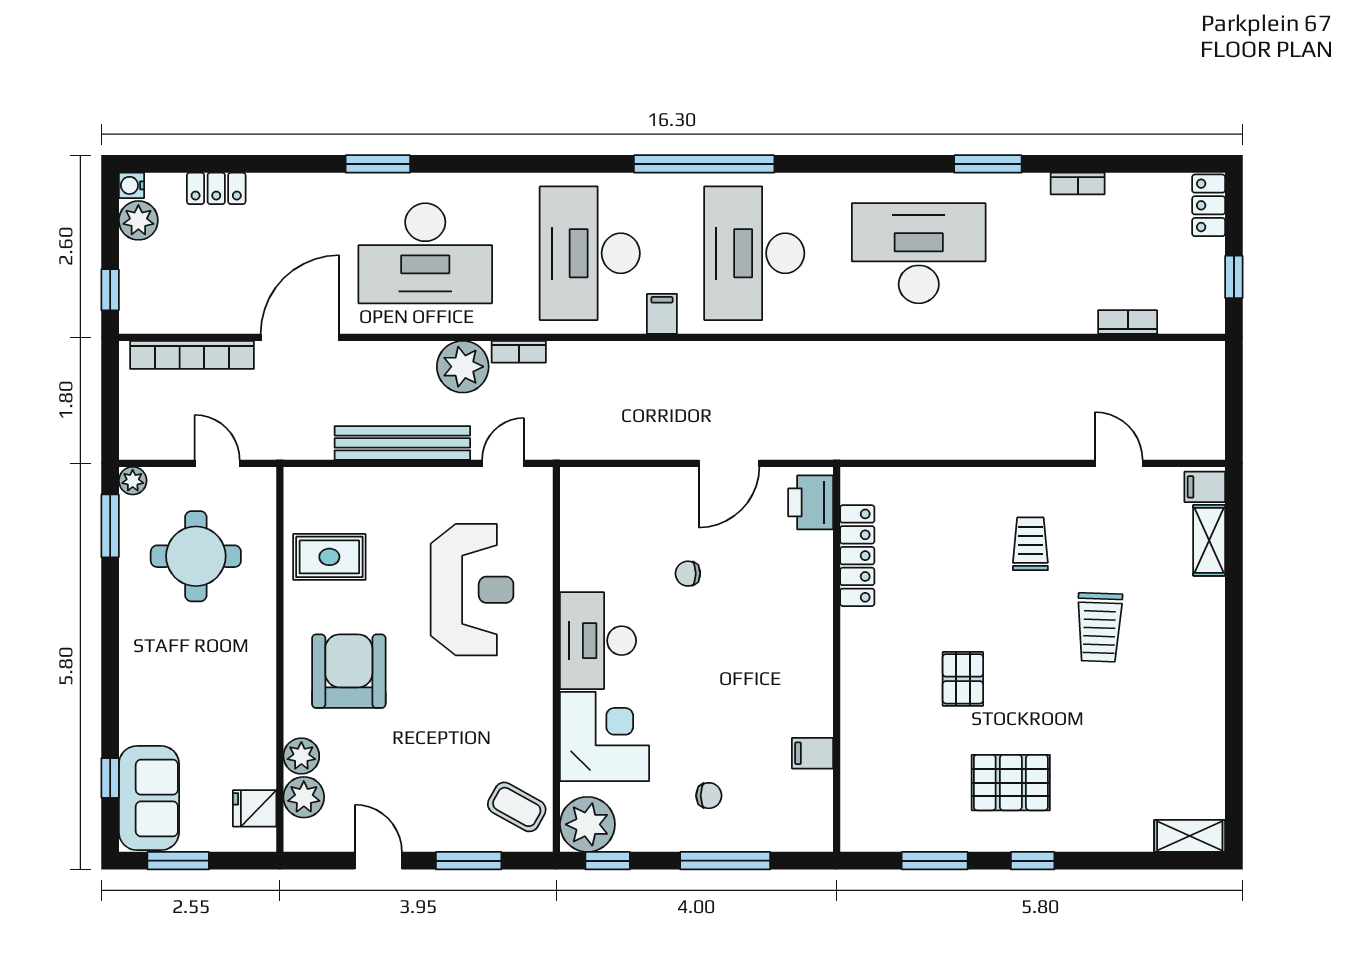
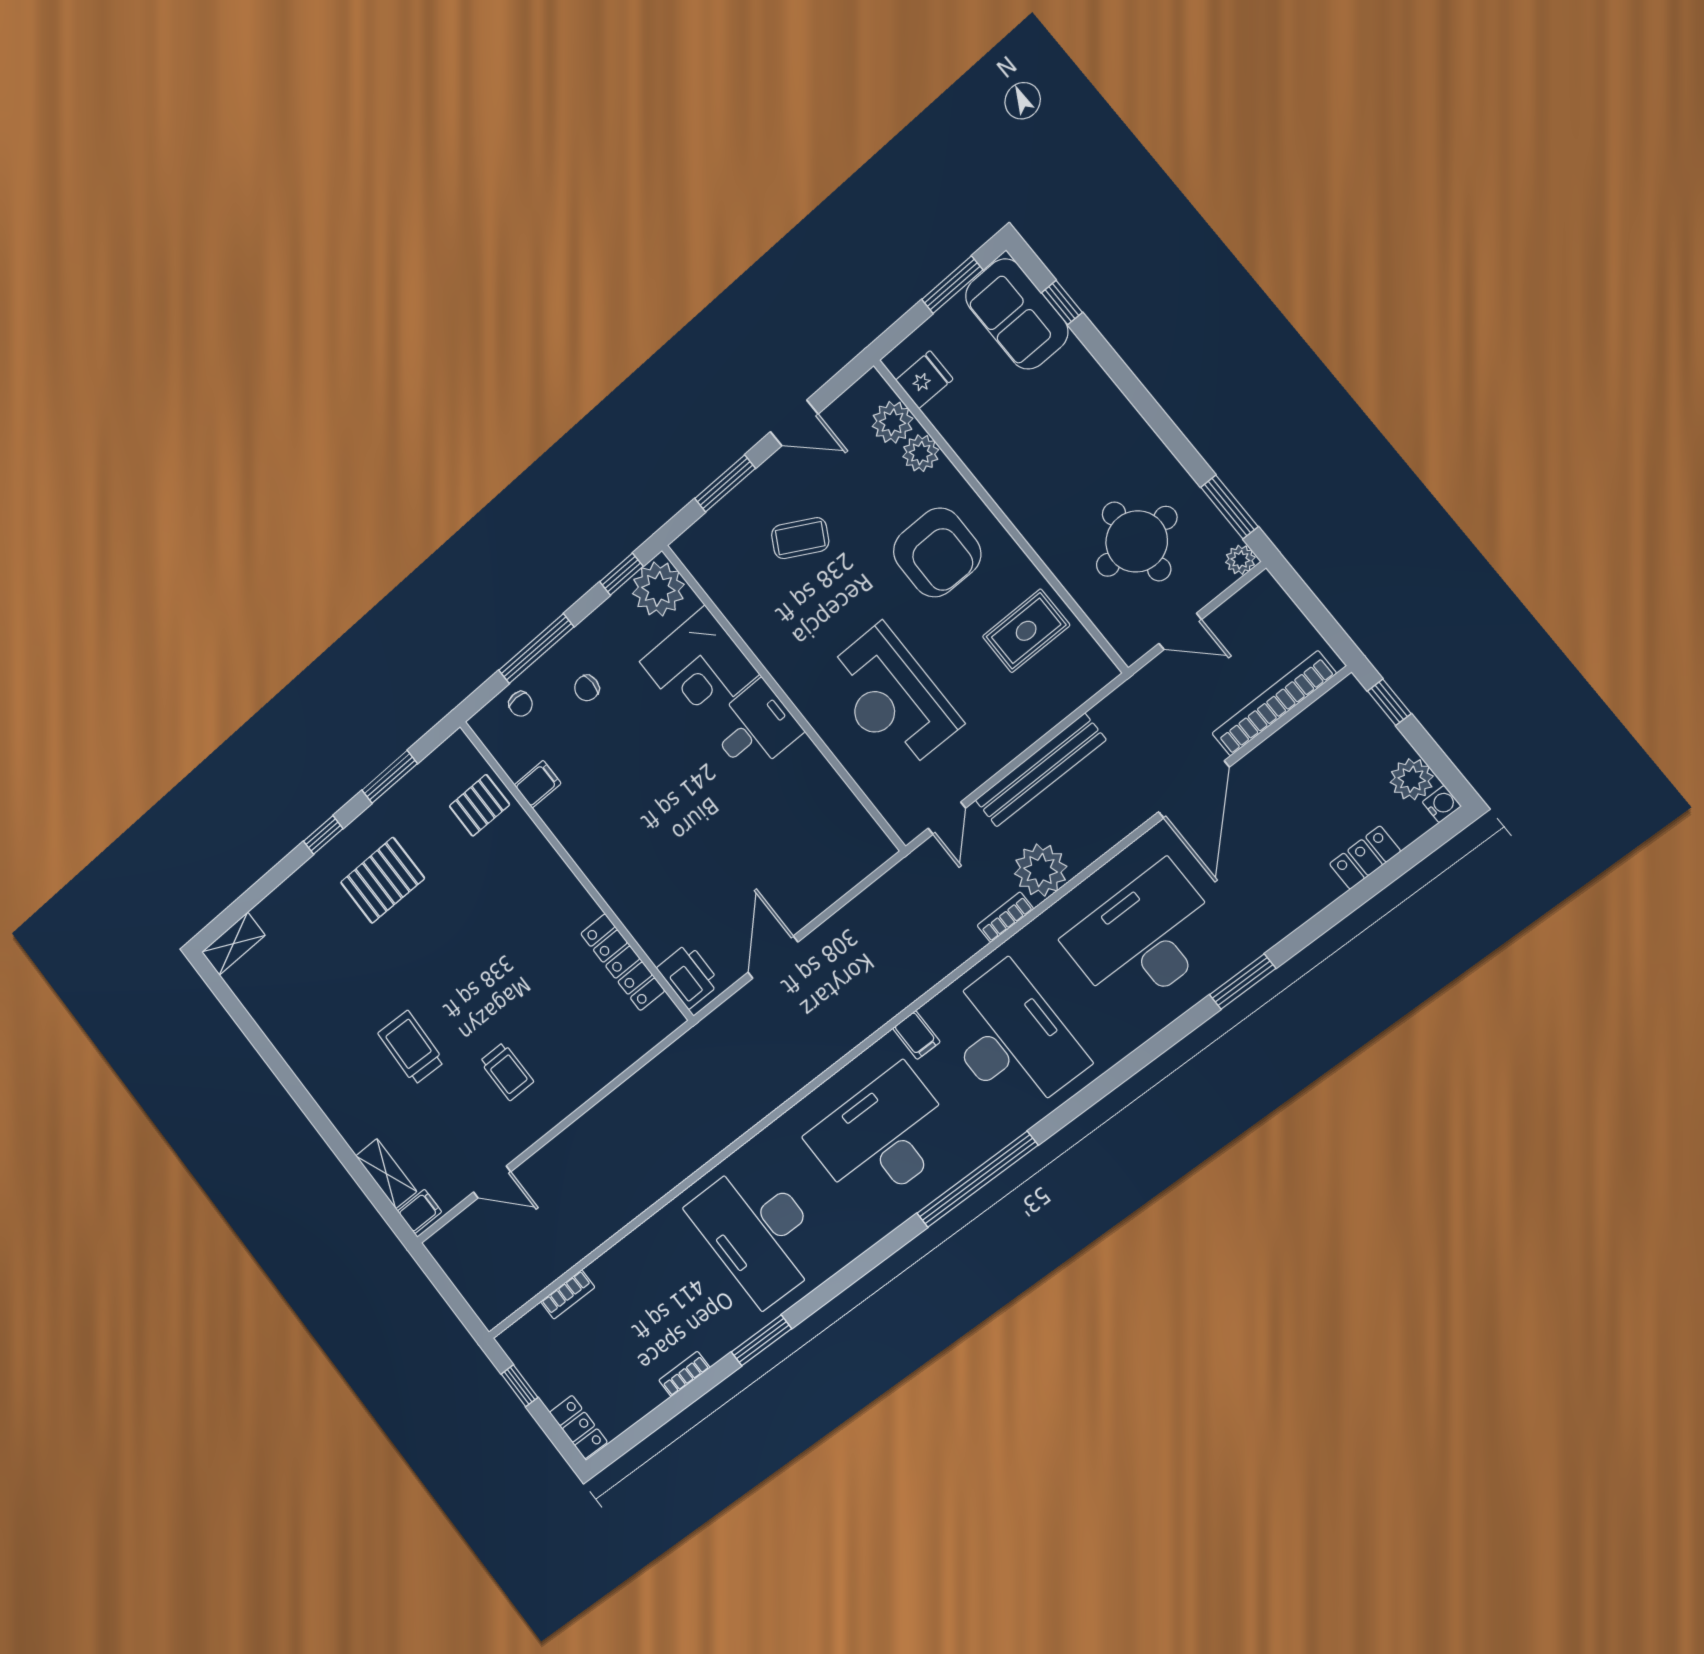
desk: (754, 253) -> (883, 1138), turned -90
desk: (919, 253) -> (759, 1232), turned 90
chair: (688, 574) -> (521, 704), moved, turned 90
desk: (598, 641) -> (755, 728), width x0.73
pallet: (963, 679) -> (479, 805), moved, turned 90
coffee table: (517, 807) -> (800, 538), moved

